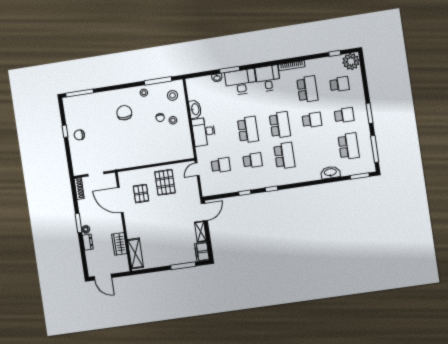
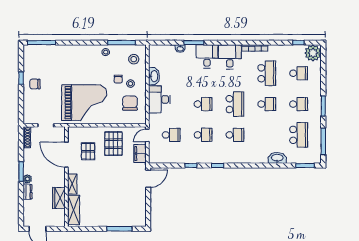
desk: (241, 82) -> (207, 56), width x0.73
chair: (124, 113) -> (130, 103), moved
school desk: (248, 130) -> (203, 104), width x0.54
grand piano: (130, 146) -> (84, 103), added
school desk: (284, 156) -> (235, 135), width x0.54
shelving: (200, 232) -> (72, 184), moved
filing cabinet: (202, 252) -> (140, 153), moved

